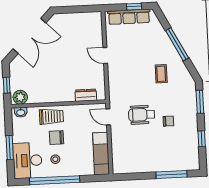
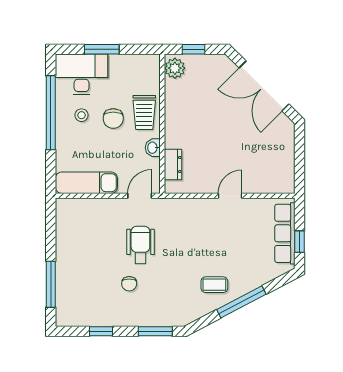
coffee table: (161, 74) -> (214, 285), moved
washbasin: (21, 112) -> (153, 148), moved
chair: (57, 137) -> (113, 119), turned 180

